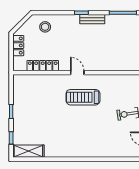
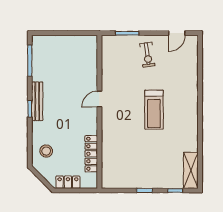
bench: (92, 19) -> (37, 101), width x1.36
door: (77, 73) -> (99, 99), moved
treadmill: (83, 97) -> (154, 110), moved

